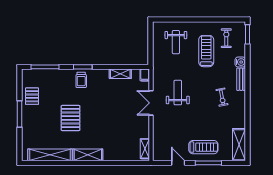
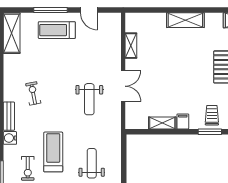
treadmill: (206, 51) -> (53, 152), turned 180
filing cabinet: (145, 75) -> (183, 121), moved
shelving: (145, 149) -> (131, 46), moved
shelving: (88, 155) -> (185, 20), moved

